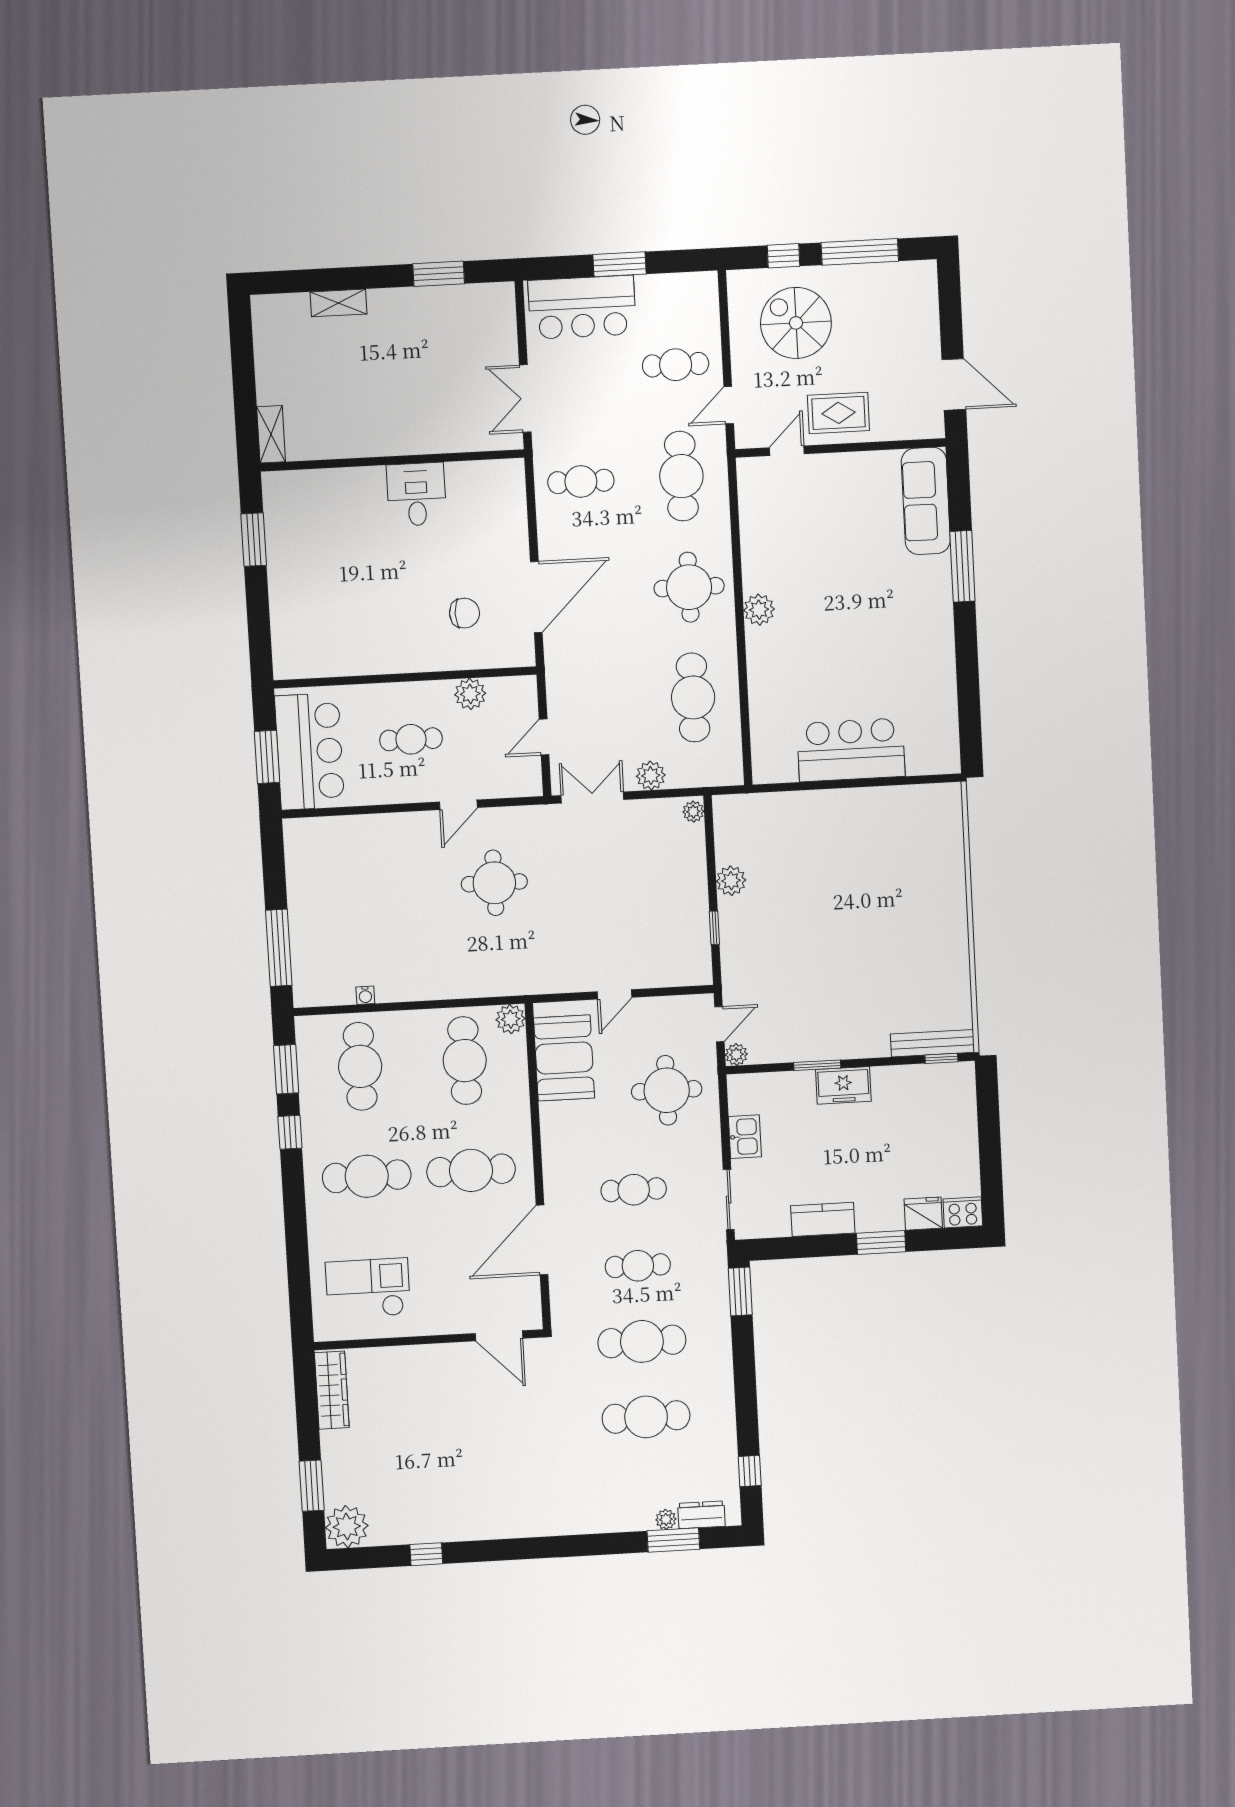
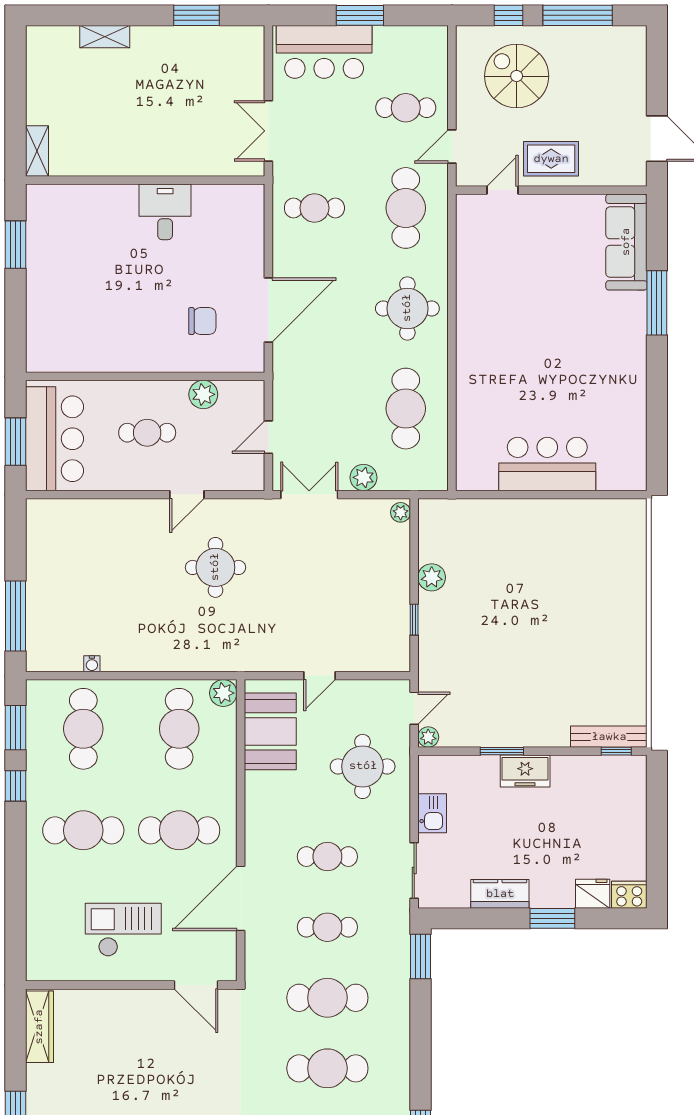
plant: (759, 610) -> (470, 332), removed
checkout: (368, 1288) -> (123, 930), moved

